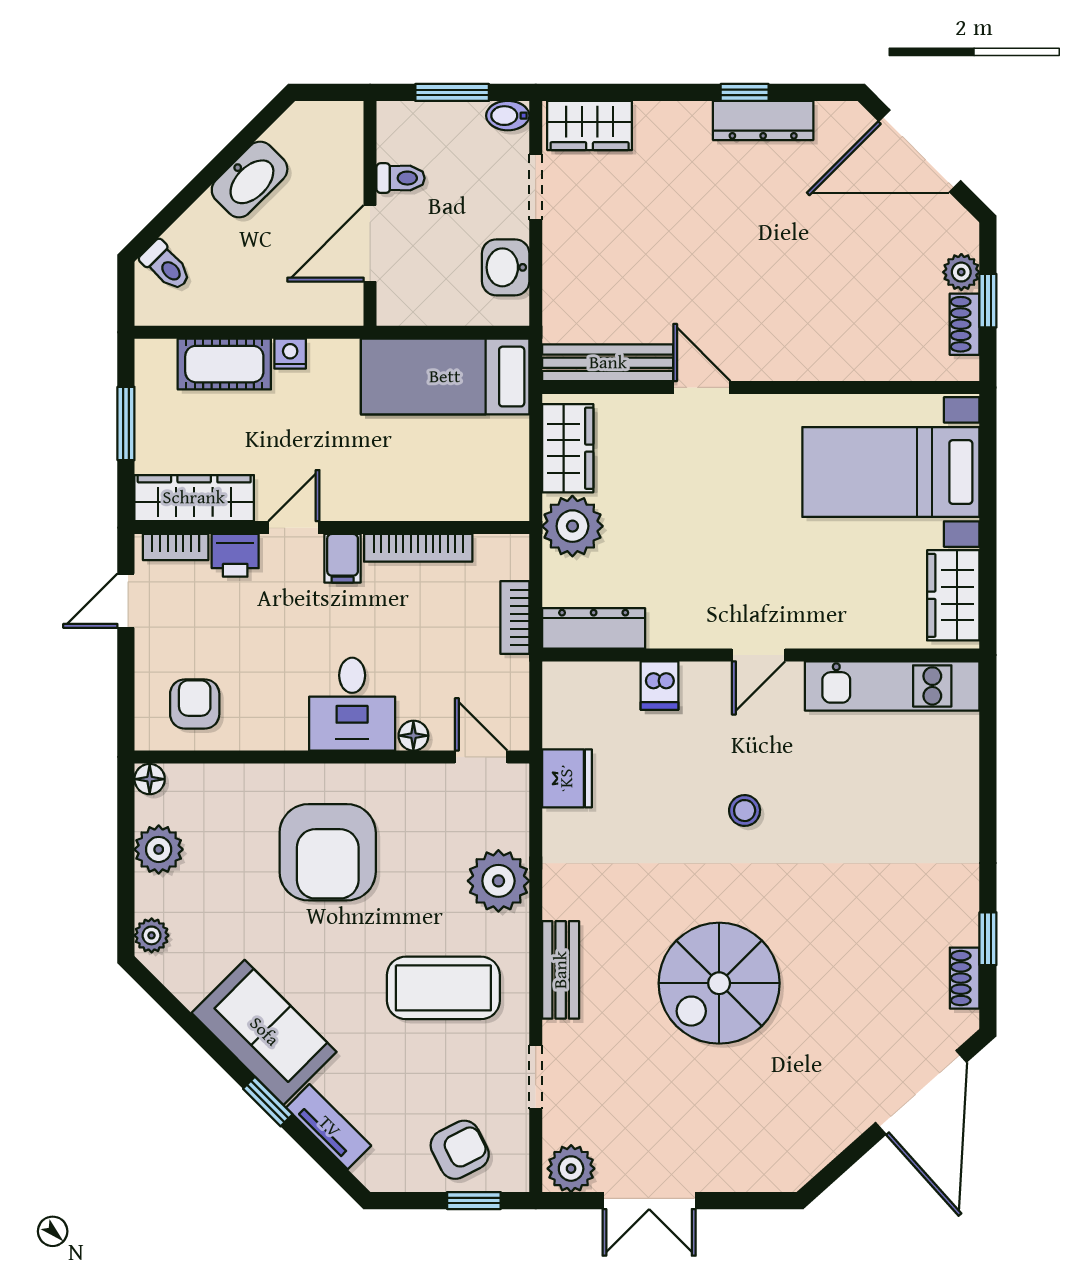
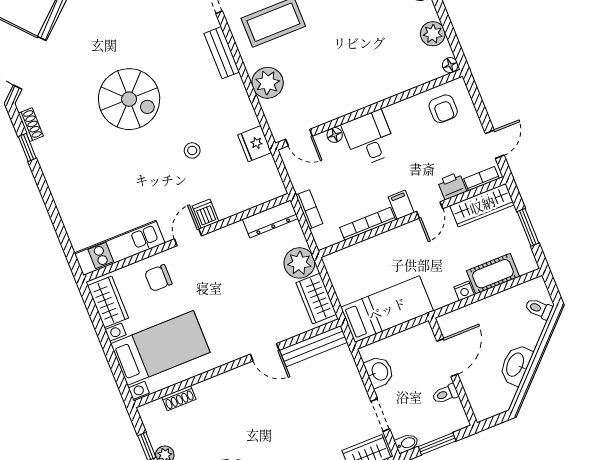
shoe rack: (965, 324) -> (179, 398), moved, turned 90
chair: (843, 602) -> (158, 278), added
dishwasher: (659, 686) -> (206, 214), moved
stool: (745, 811) -> (192, 150), moved
armchair: (328, 852) -> (353, 64), removed
spiral stairs: (719, 983) -> (129, 99), moved, turned 90

